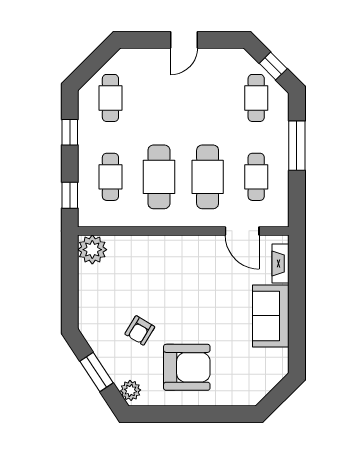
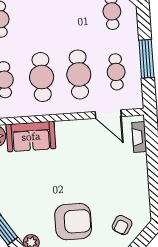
window: (297, 146) -> (146, 59), moved
sofa: (271, 316) -> (31, 137), moved, turned -90
armchair: (140, 330) -> (122, 225), moved

